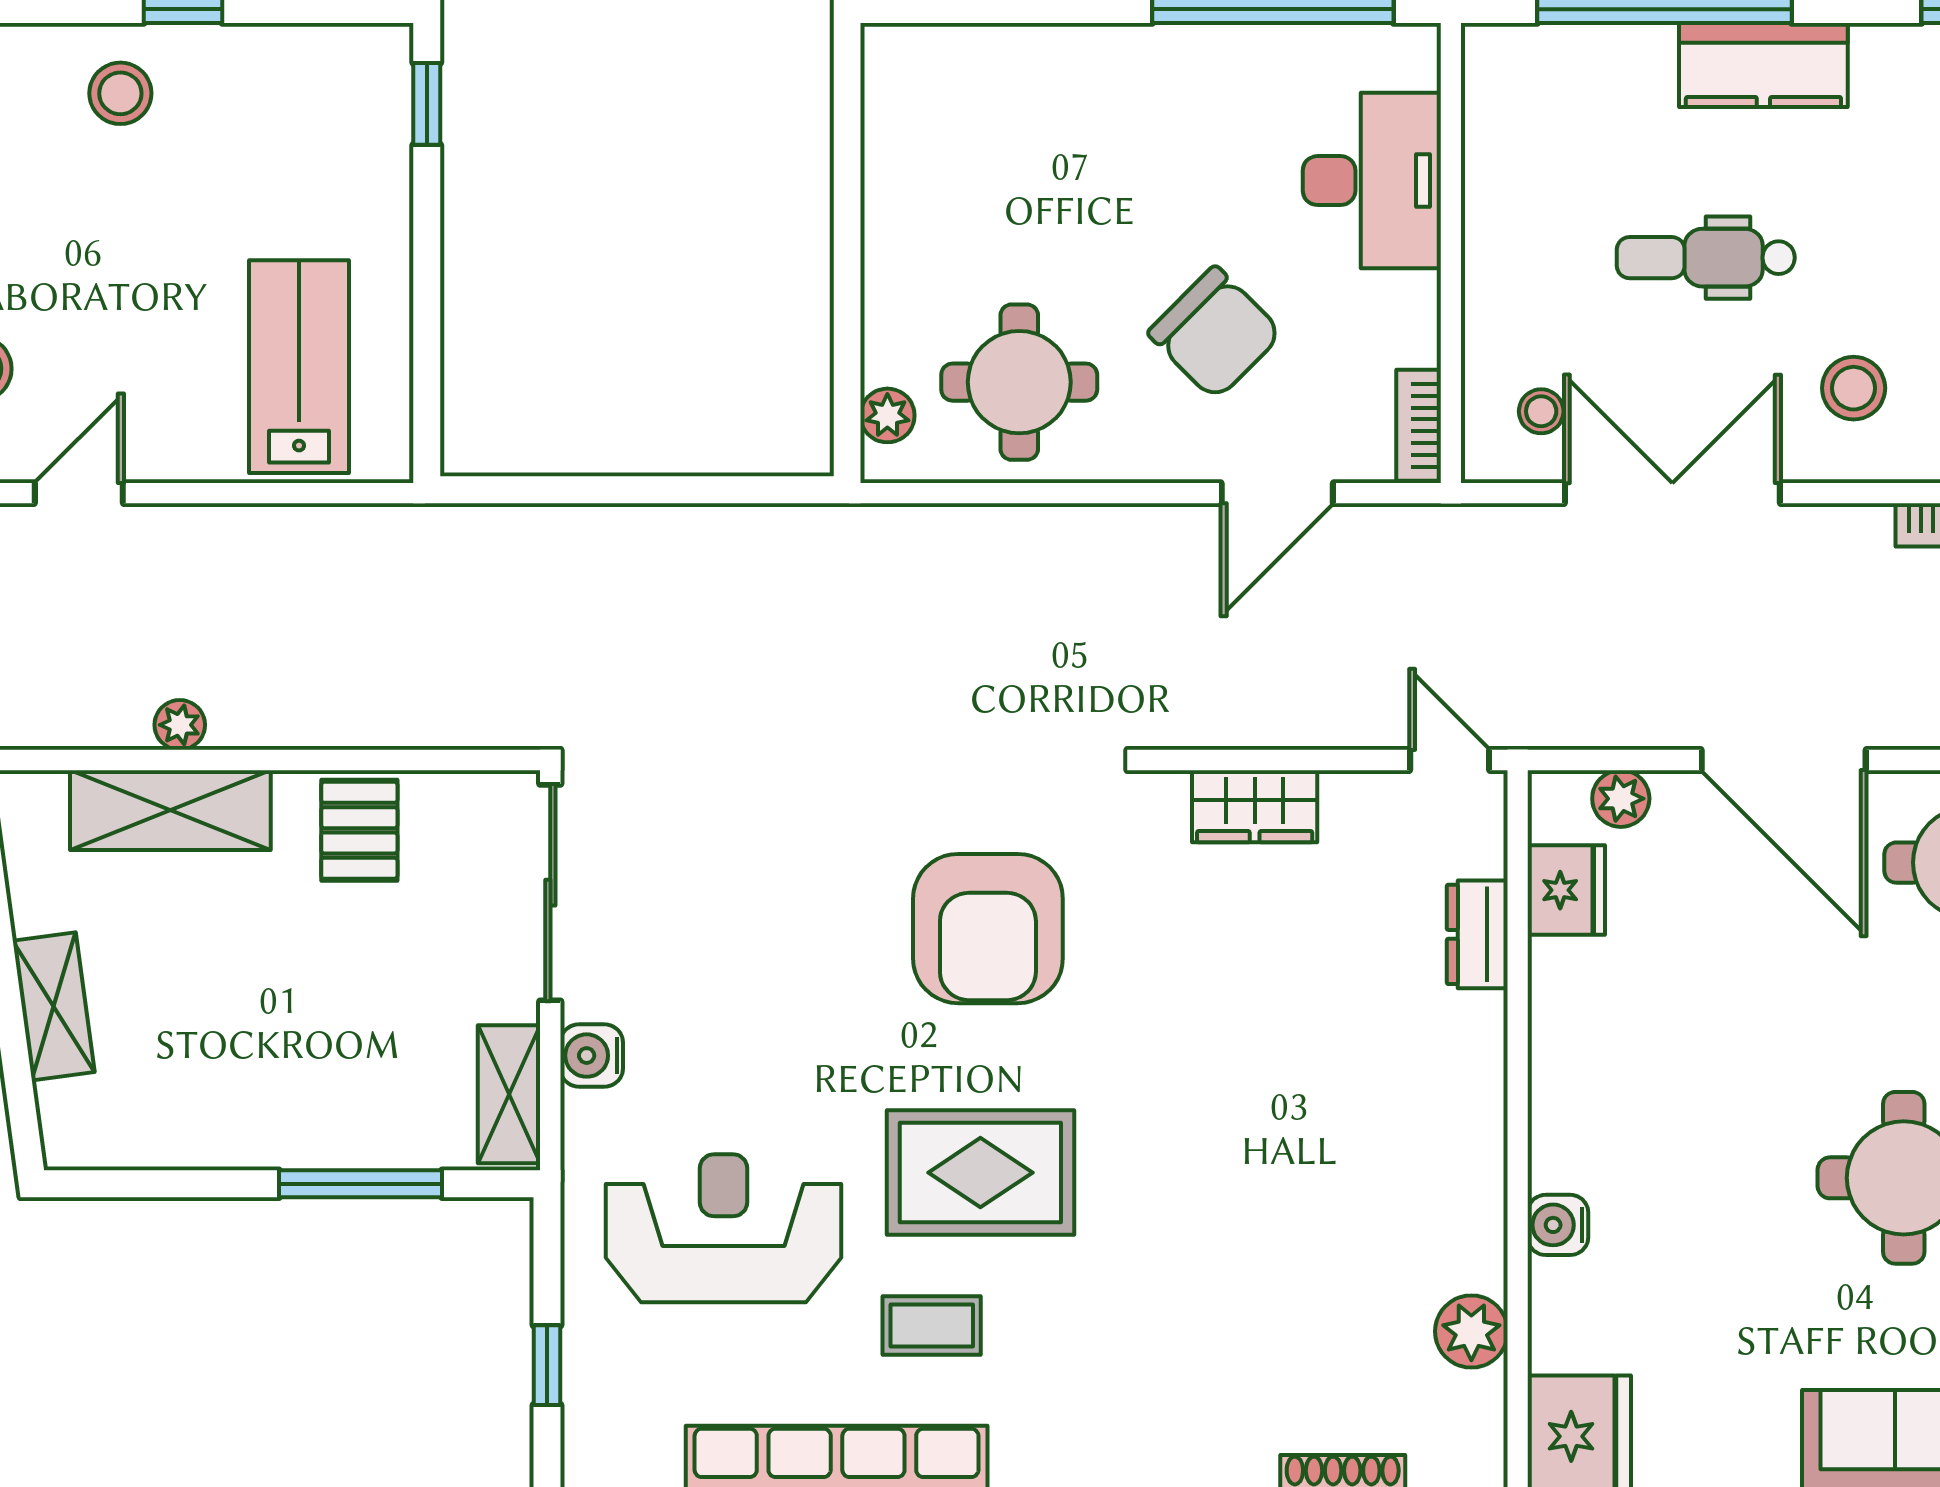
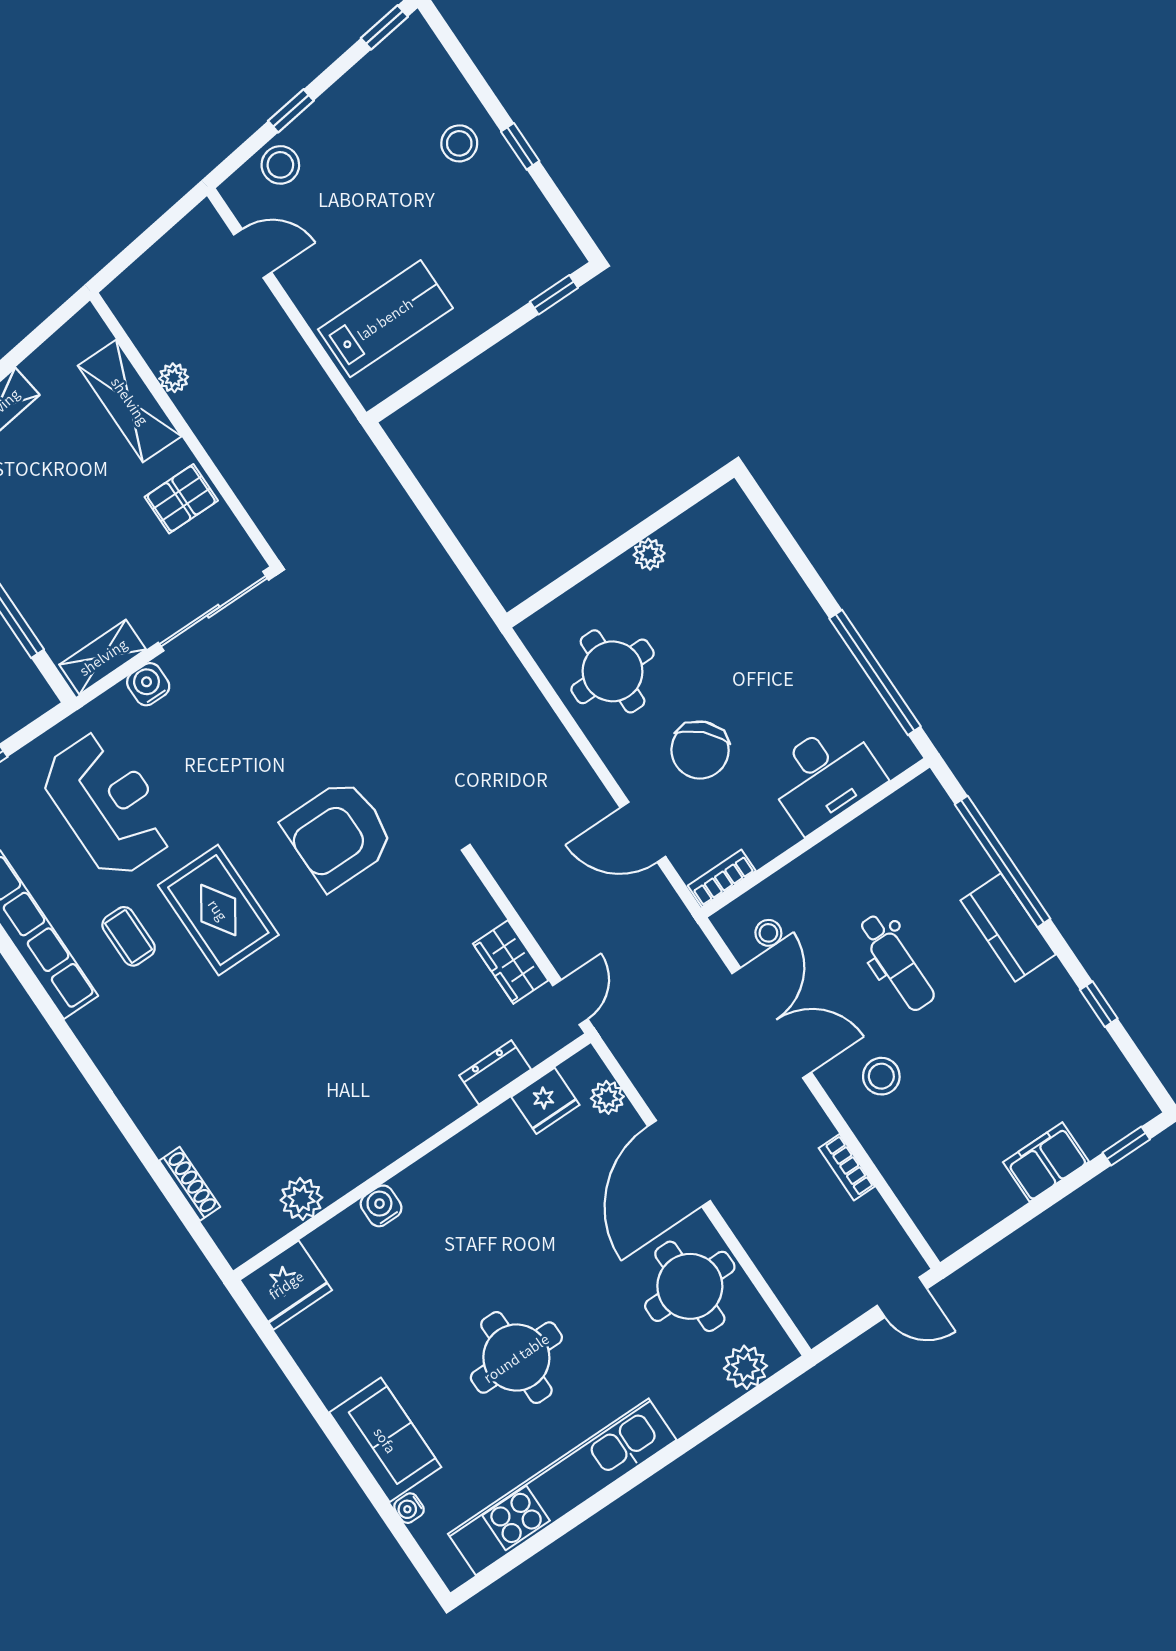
dental chair: (1706, 258) -> (896, 962), turned 180
plant: (887, 415) -> (649, 554), moved
wardrobe: (1255, 806) -> (511, 962), moved

